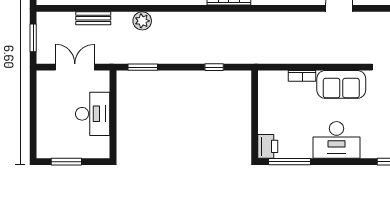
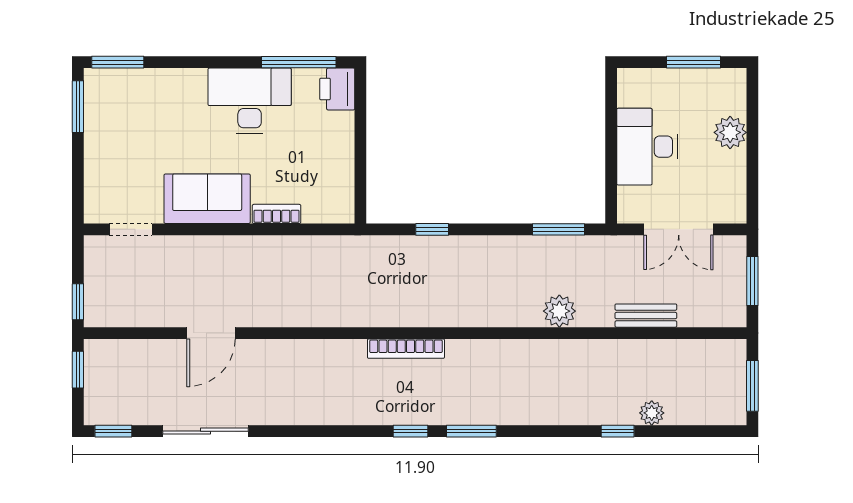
plant: (46, 122) -> (730, 132), added
desk: (337, 140) -> (250, 101), moved

